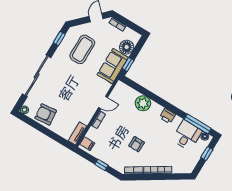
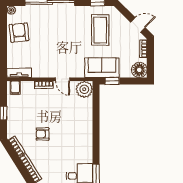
floor lamp: (127, 47) -> (139, 70), moved
coffee table: (82, 49) -> (100, 30), turned 90
plant: (143, 103) -> (84, 89), moved
printer: (167, 116) -> (86, 147), removed

